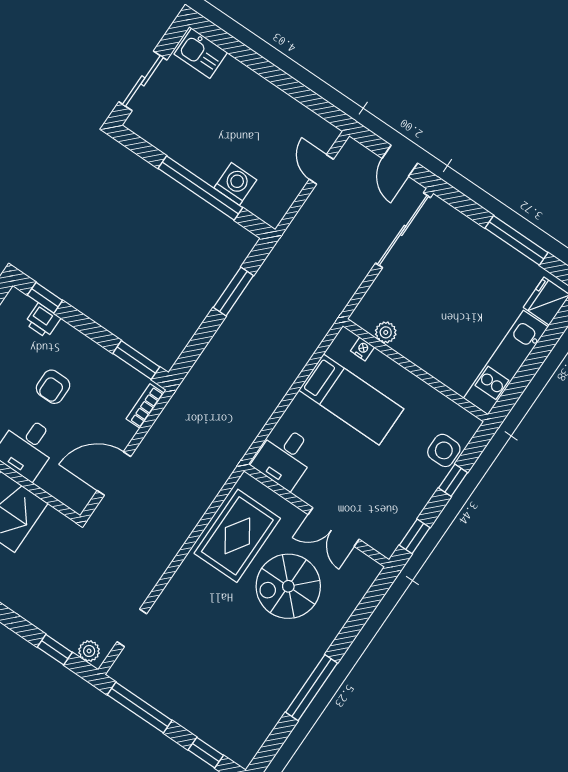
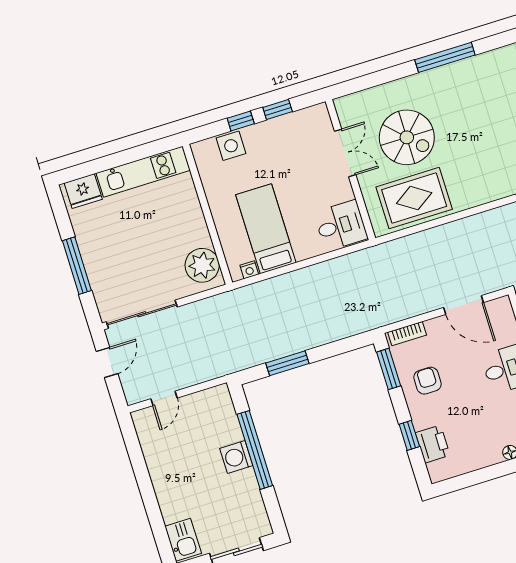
washing machine: (235, 184) -> (236, 457), moved
window: (517, 240) -> (77, 266), moved
window: (45, 298) -> (409, 435), moved
printer: (43, 321) -> (433, 444), width x1.36, depth x1.24
plant: (386, 332) -> (202, 265), width x1.88, depth x1.88
nightstand: (362, 349) -> (249, 270), moved, turned -90
armchair: (53, 387) -> (427, 381), moved, turned -90
window: (415, 536) -> (278, 110), moved

